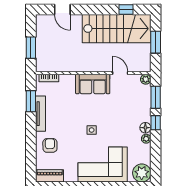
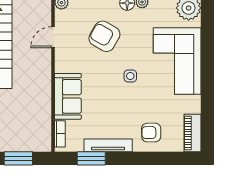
sofa: (93, 84) -> (68, 96), moved
armchair: (121, 111) -> (104, 36), added

